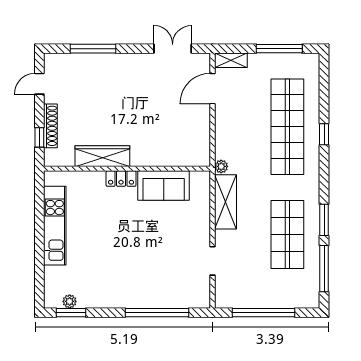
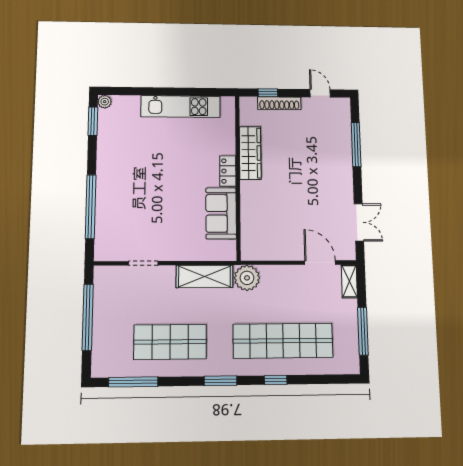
plant: (221, 166) -> (247, 278), width x1.87, depth x1.87
window: (324, 220) -> (220, 381), moved
plant: (70, 301) -> (105, 102), moved

